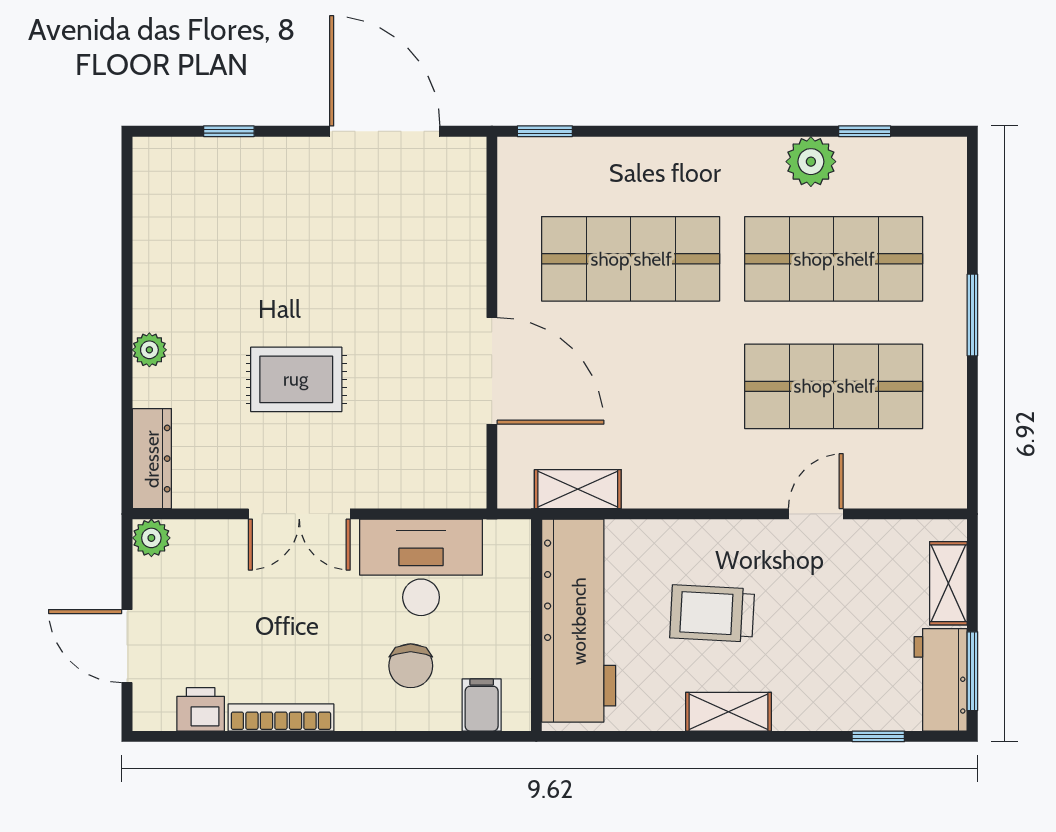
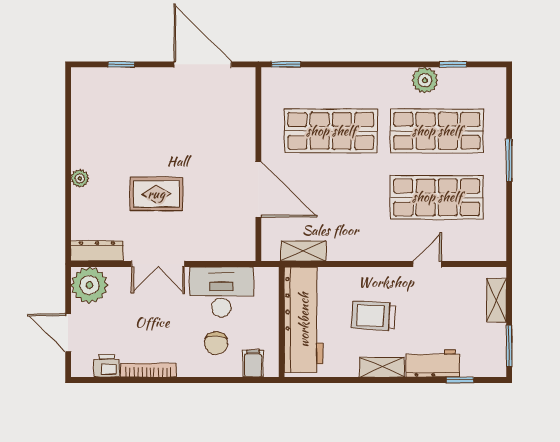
dresser: (152, 459) -> (97, 251), moved, turned -90
plant: (151, 538) -> (89, 285), width x1.88, depth x1.88
workbench: (941, 680) -> (433, 363), moved, turned 90

